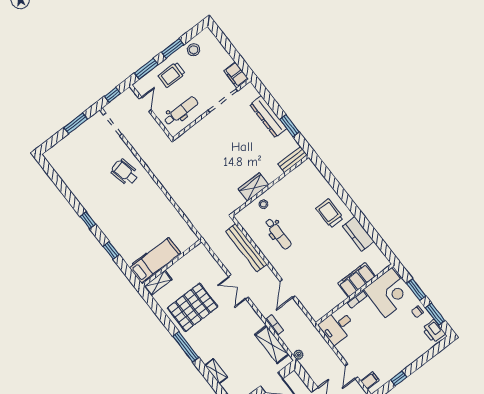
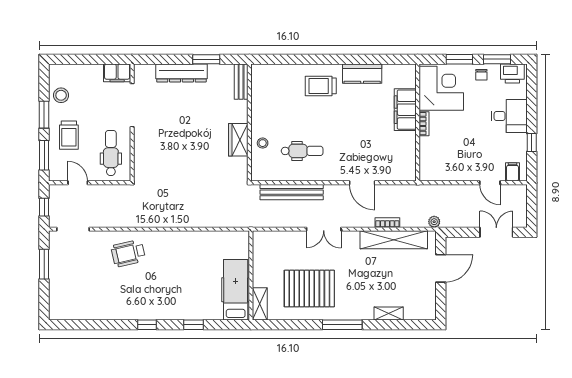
pallet: (193, 307) -> (309, 289), turned 90
desk: (337, 327) -> (509, 116), moved, turned -90
shelving: (272, 344) -> (394, 240), width x1.47

